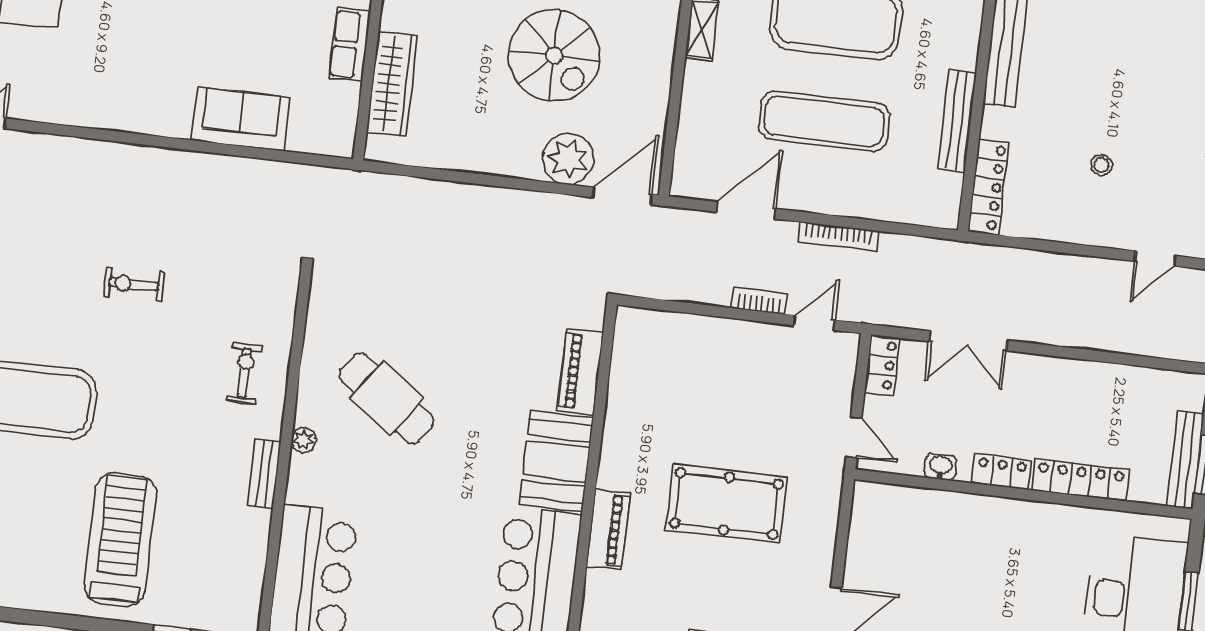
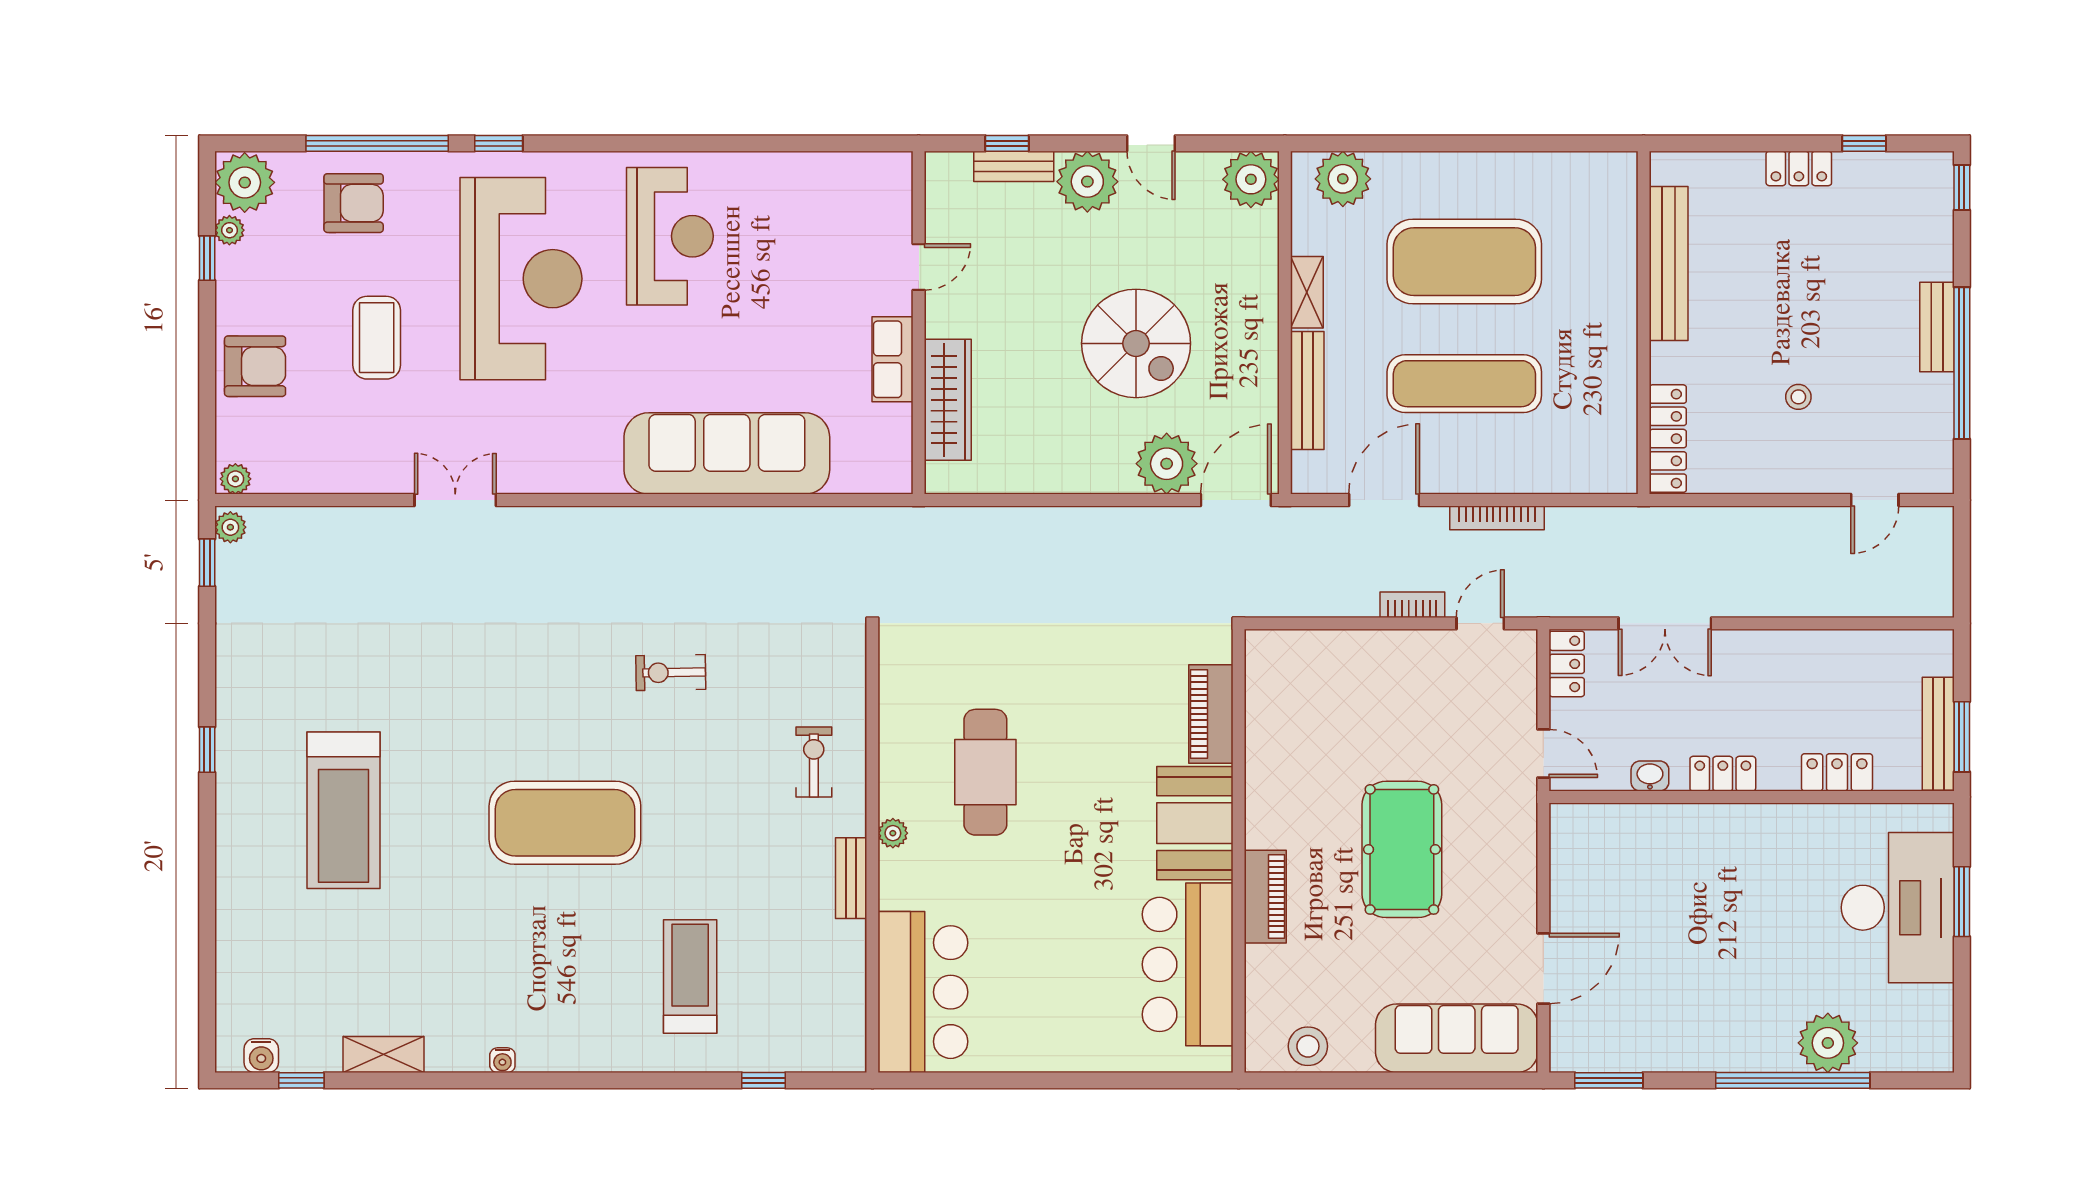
sofa: (241, 119) -> (727, 453), width x1.85, depth x1.27
bench: (957, 120) -> (1307, 390), moved
cafe table: (387, 398) -> (985, 772), turned 54
locker: (1081, 480) -> (1837, 772), width x0.66
pool table: (726, 504) -> (1402, 849), turned 90
treadmill: (120, 540) -> (690, 976), width x0.73, depth x0.73

